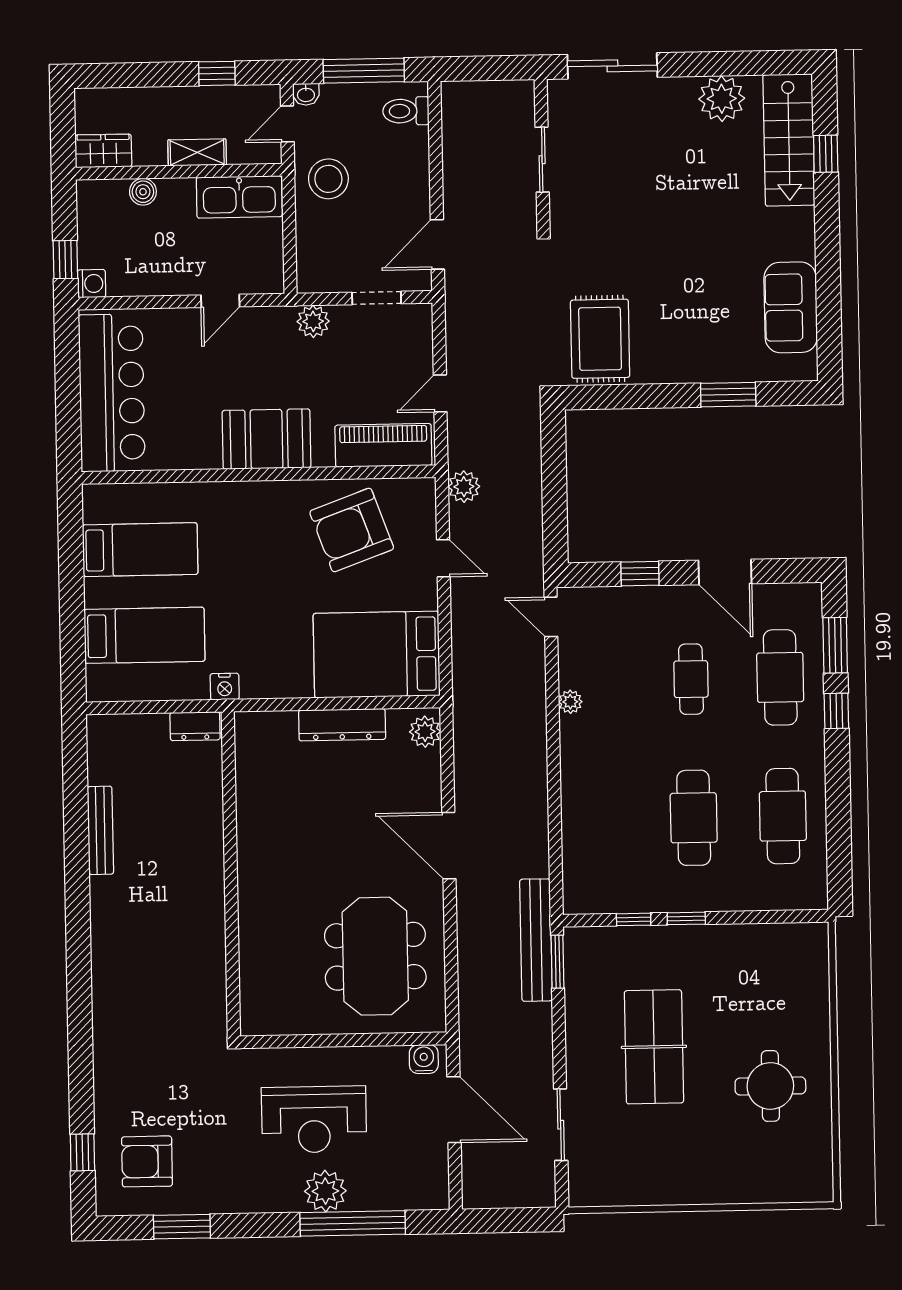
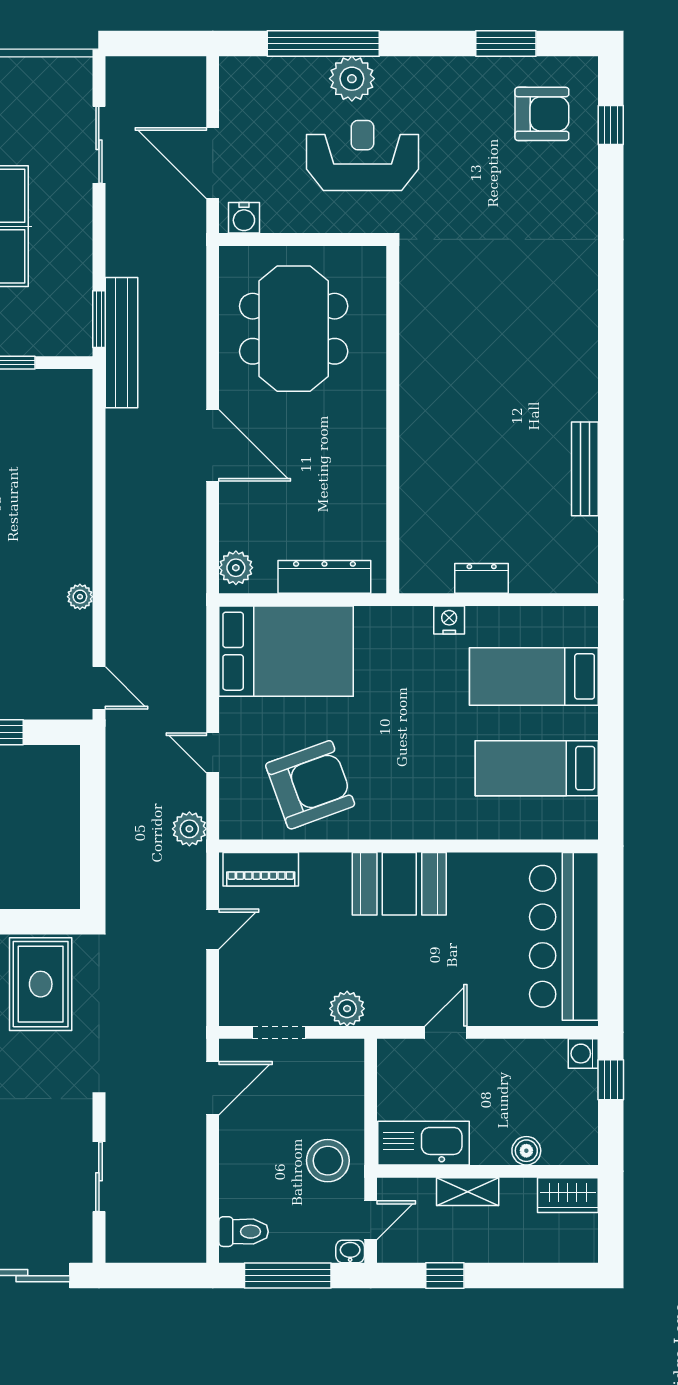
piano: (383, 445) -> (261, 869), width x0.73, depth x0.75
wall: (231, 874) -> (393, 420), moved

